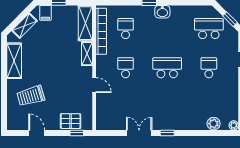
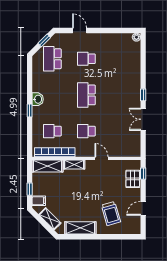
door: (94, 85) -> (101, 158), hinge flipped
plant: (214, 124) -> (135, 55), removed

